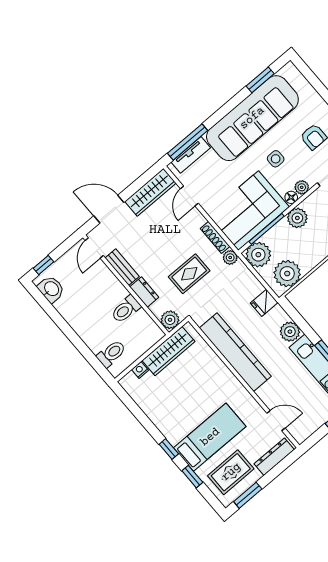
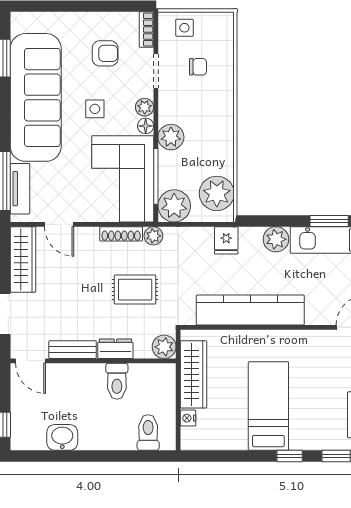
rug: (189, 274) -> (135, 290), turned 90
washbasin: (51, 289) -> (62, 437), moved
bed: (210, 437) -> (268, 406), moved

